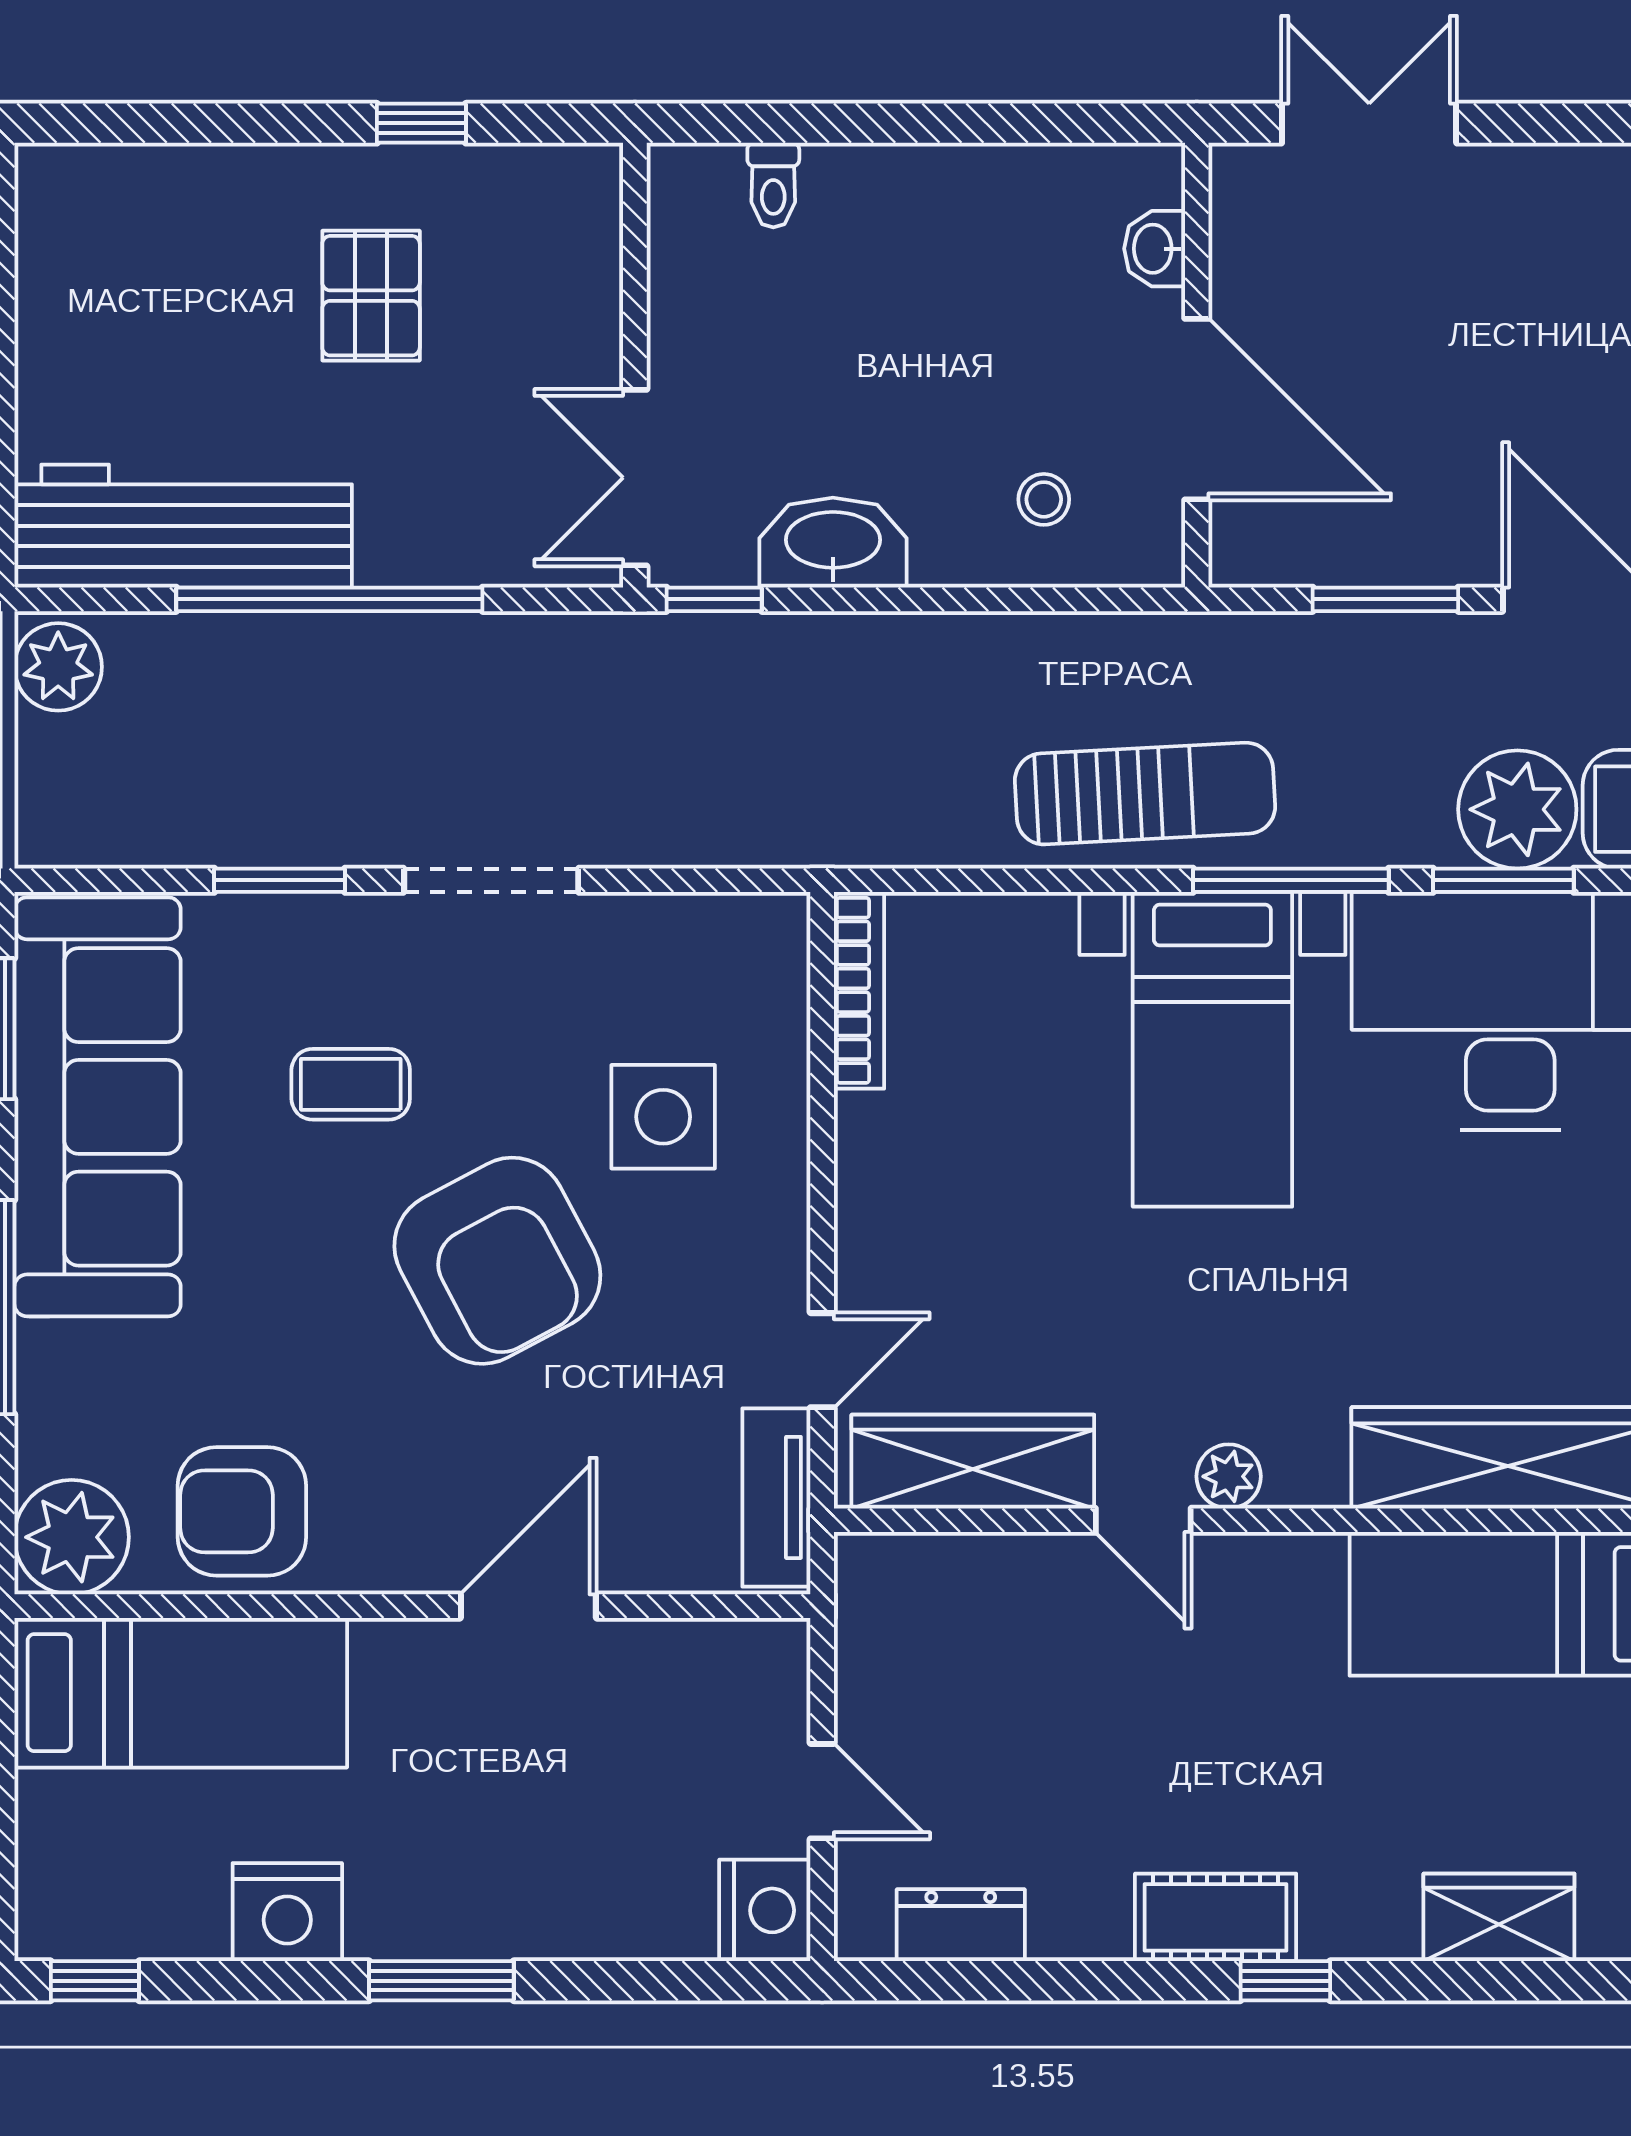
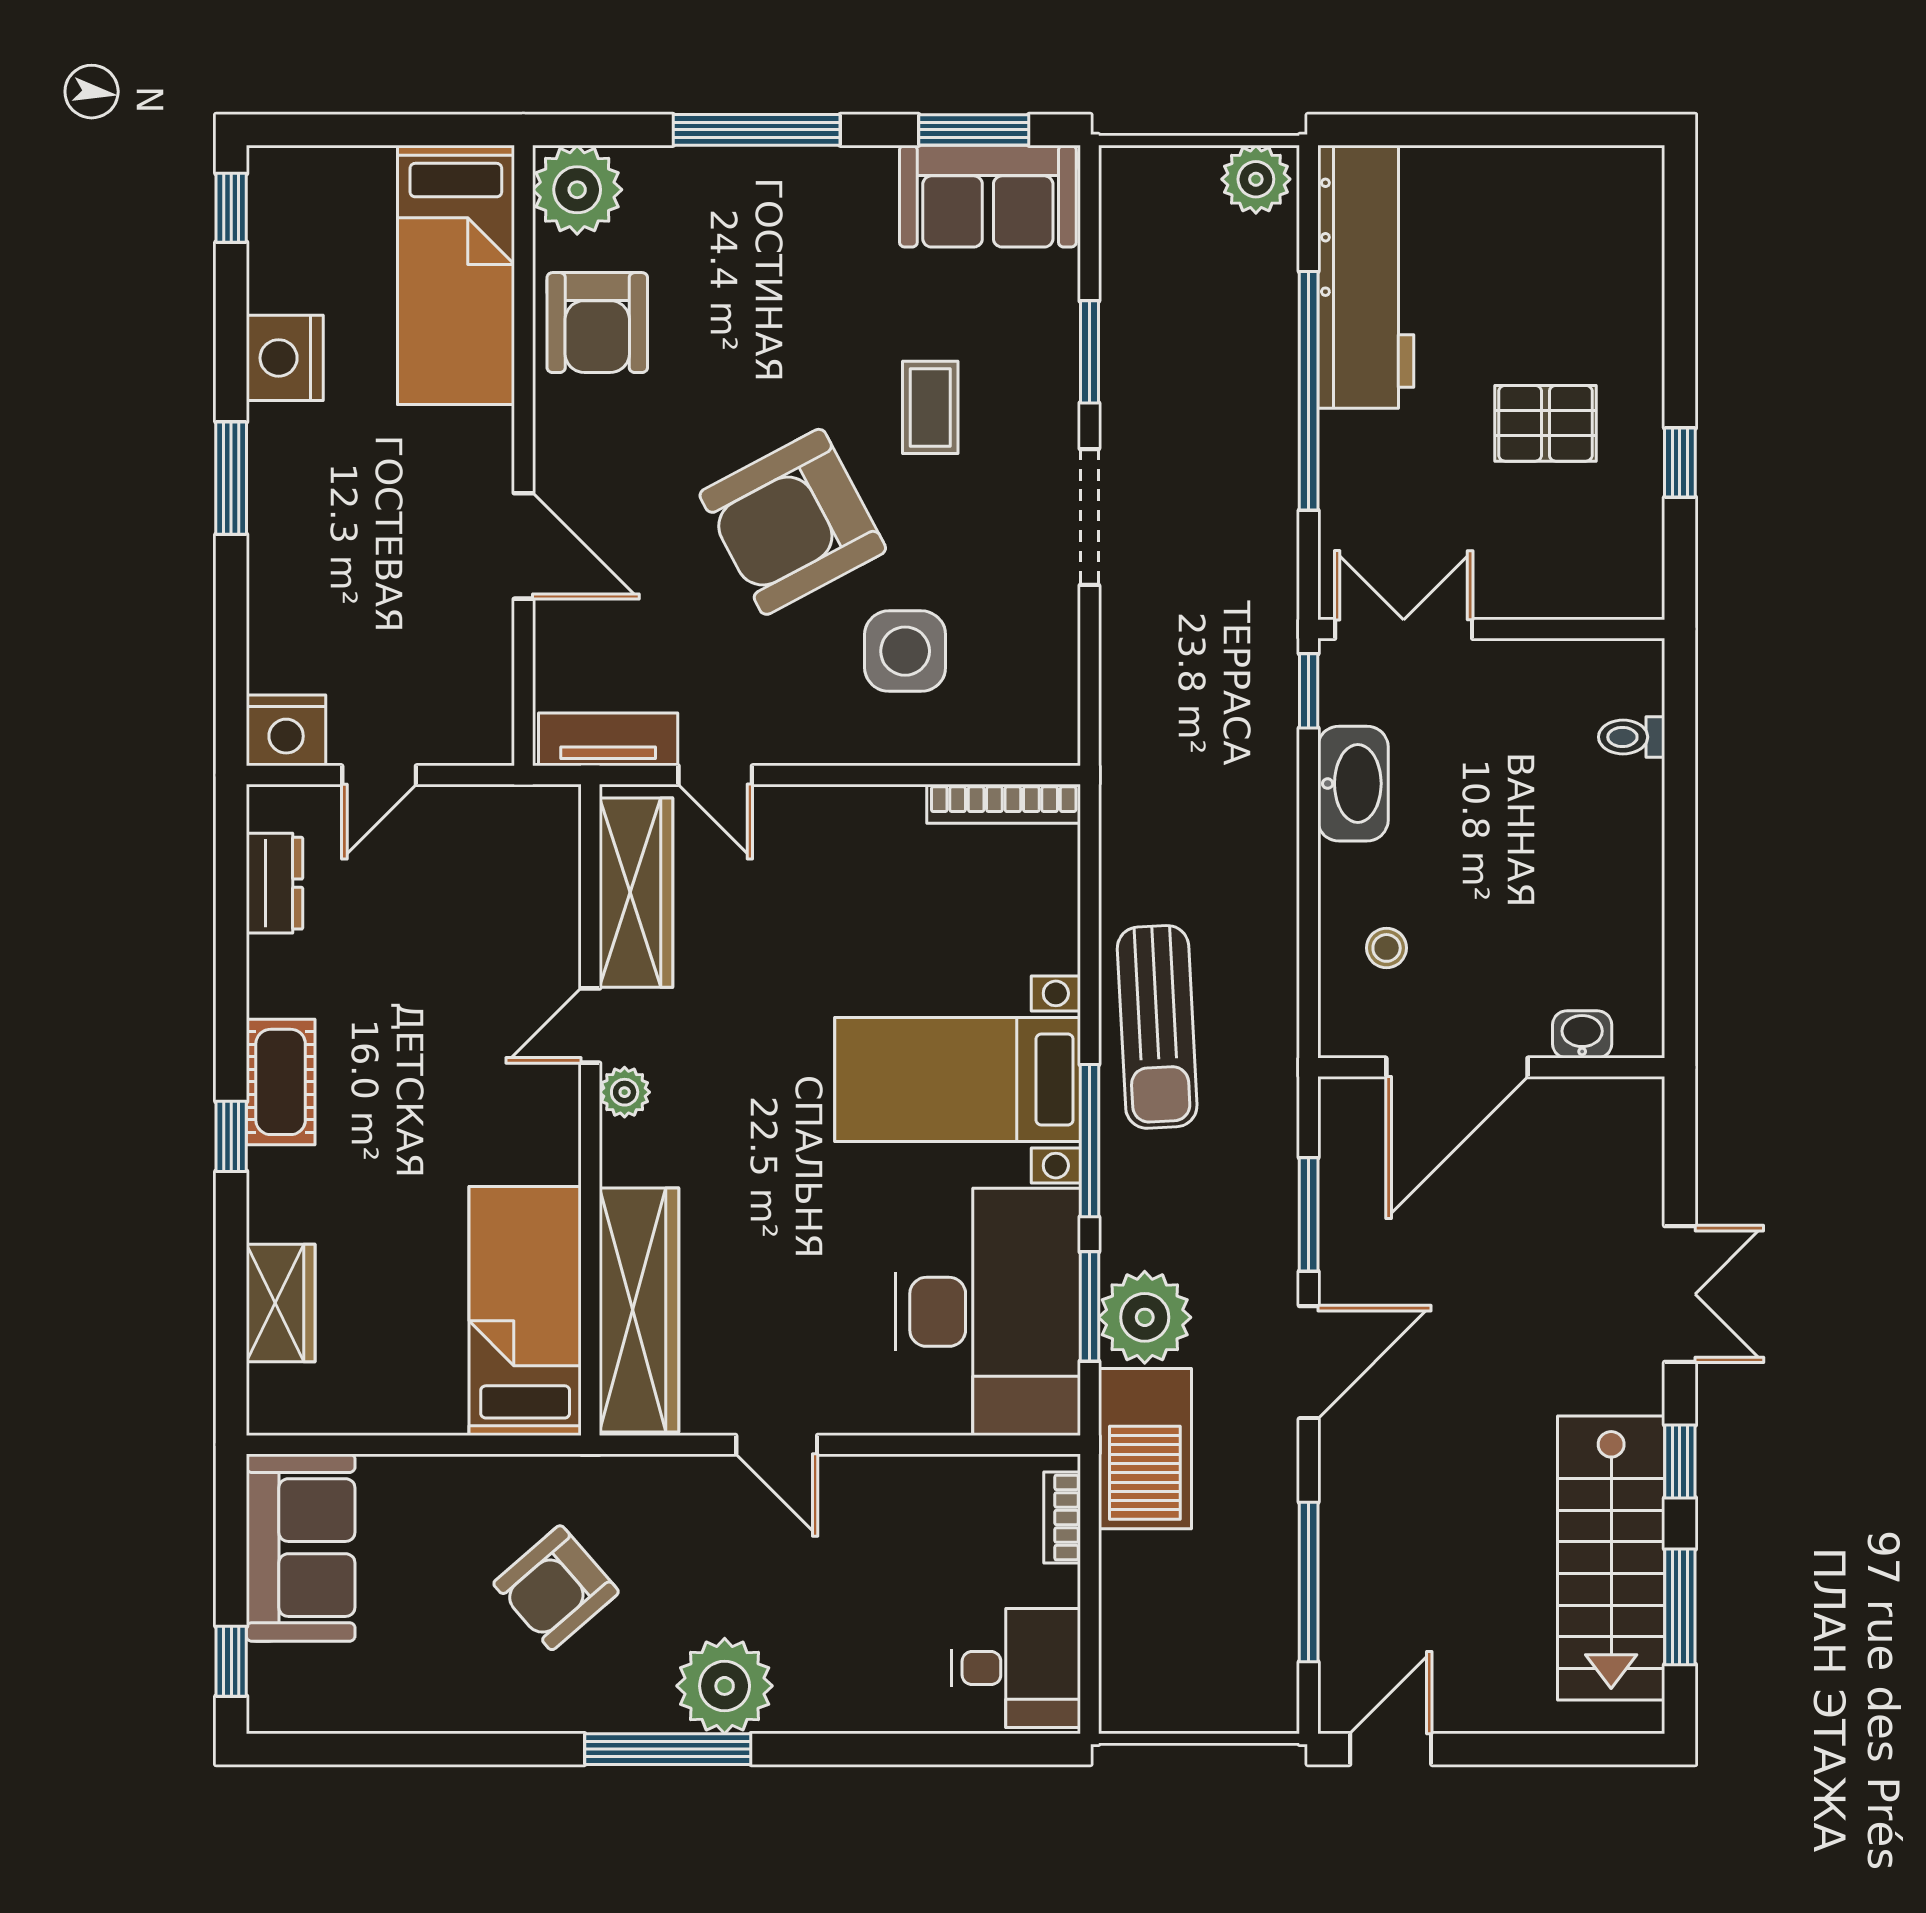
double door: (1369, 123) -> (1680, 1294), moved
sofa: (98, 1107) -> (988, 196), width x0.54, depth x0.79
armchair: (242, 1511) -> (597, 323), turned 180

